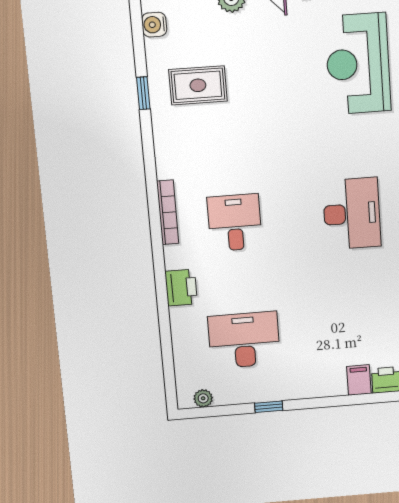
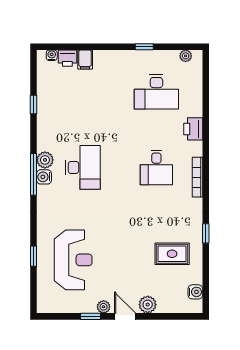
window: (143, 93) -> (206, 233), moved
desk: (352, 214) -> (83, 167), turned 180

